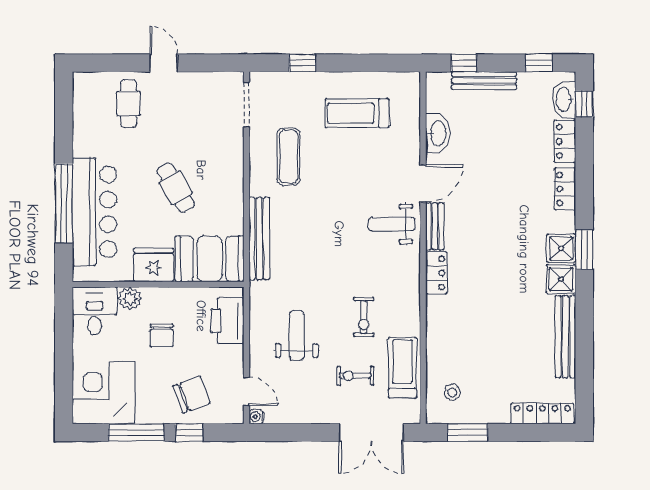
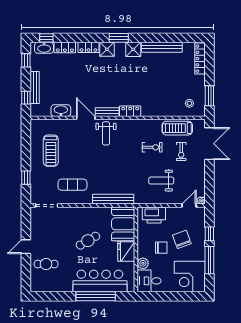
shower: (561, 248) -> (107, 49), moved
chair: (192, 395) -> (182, 239), moved

